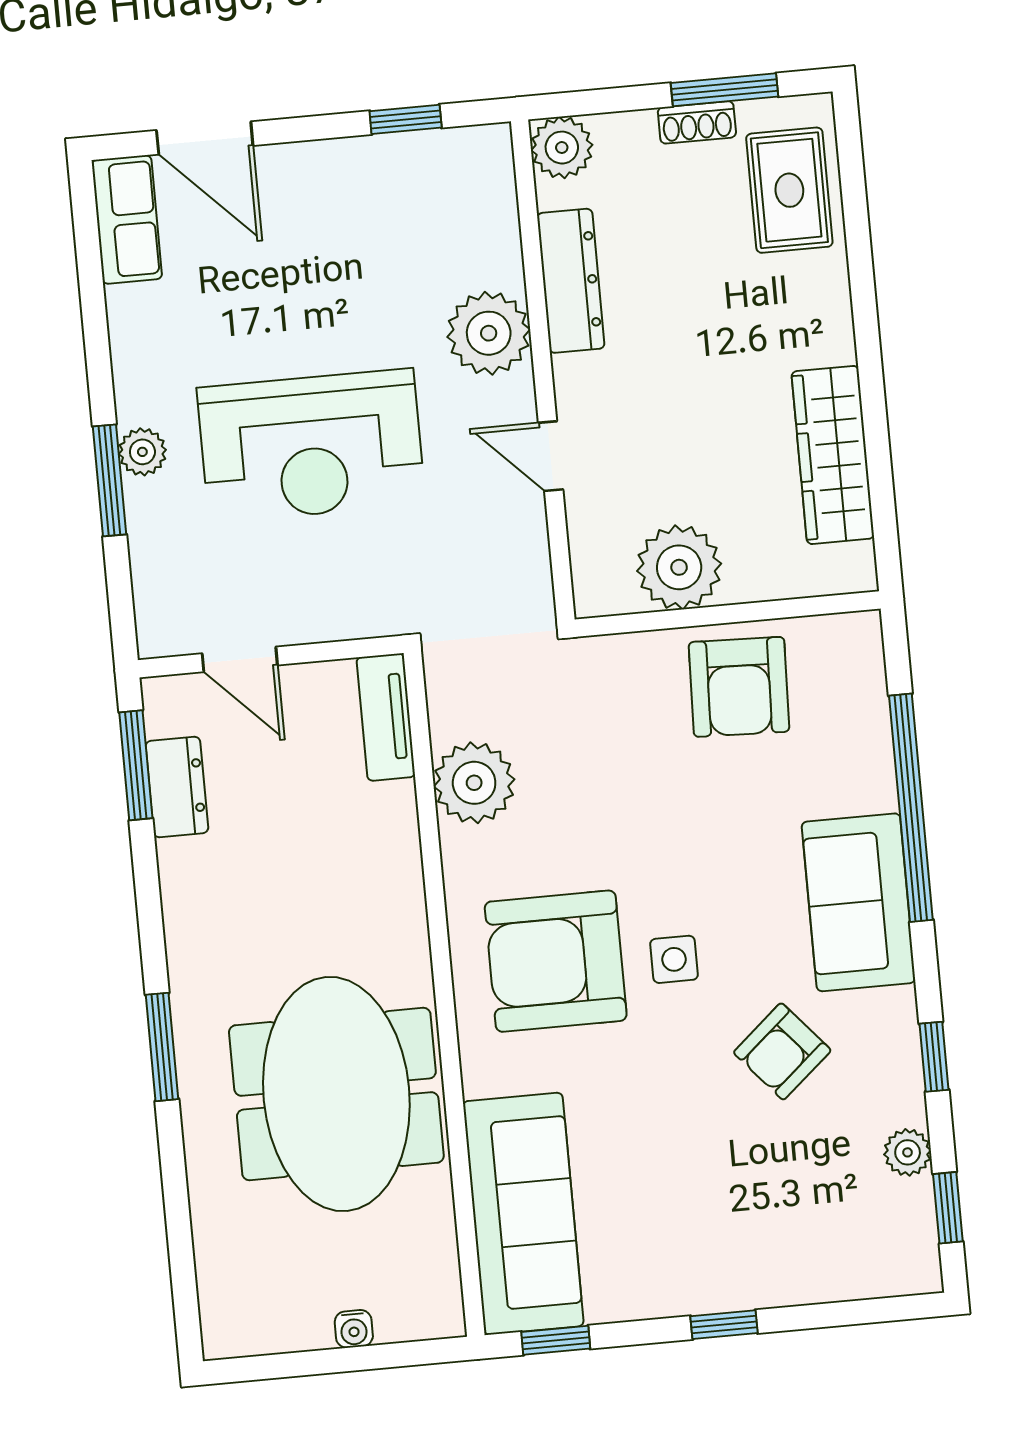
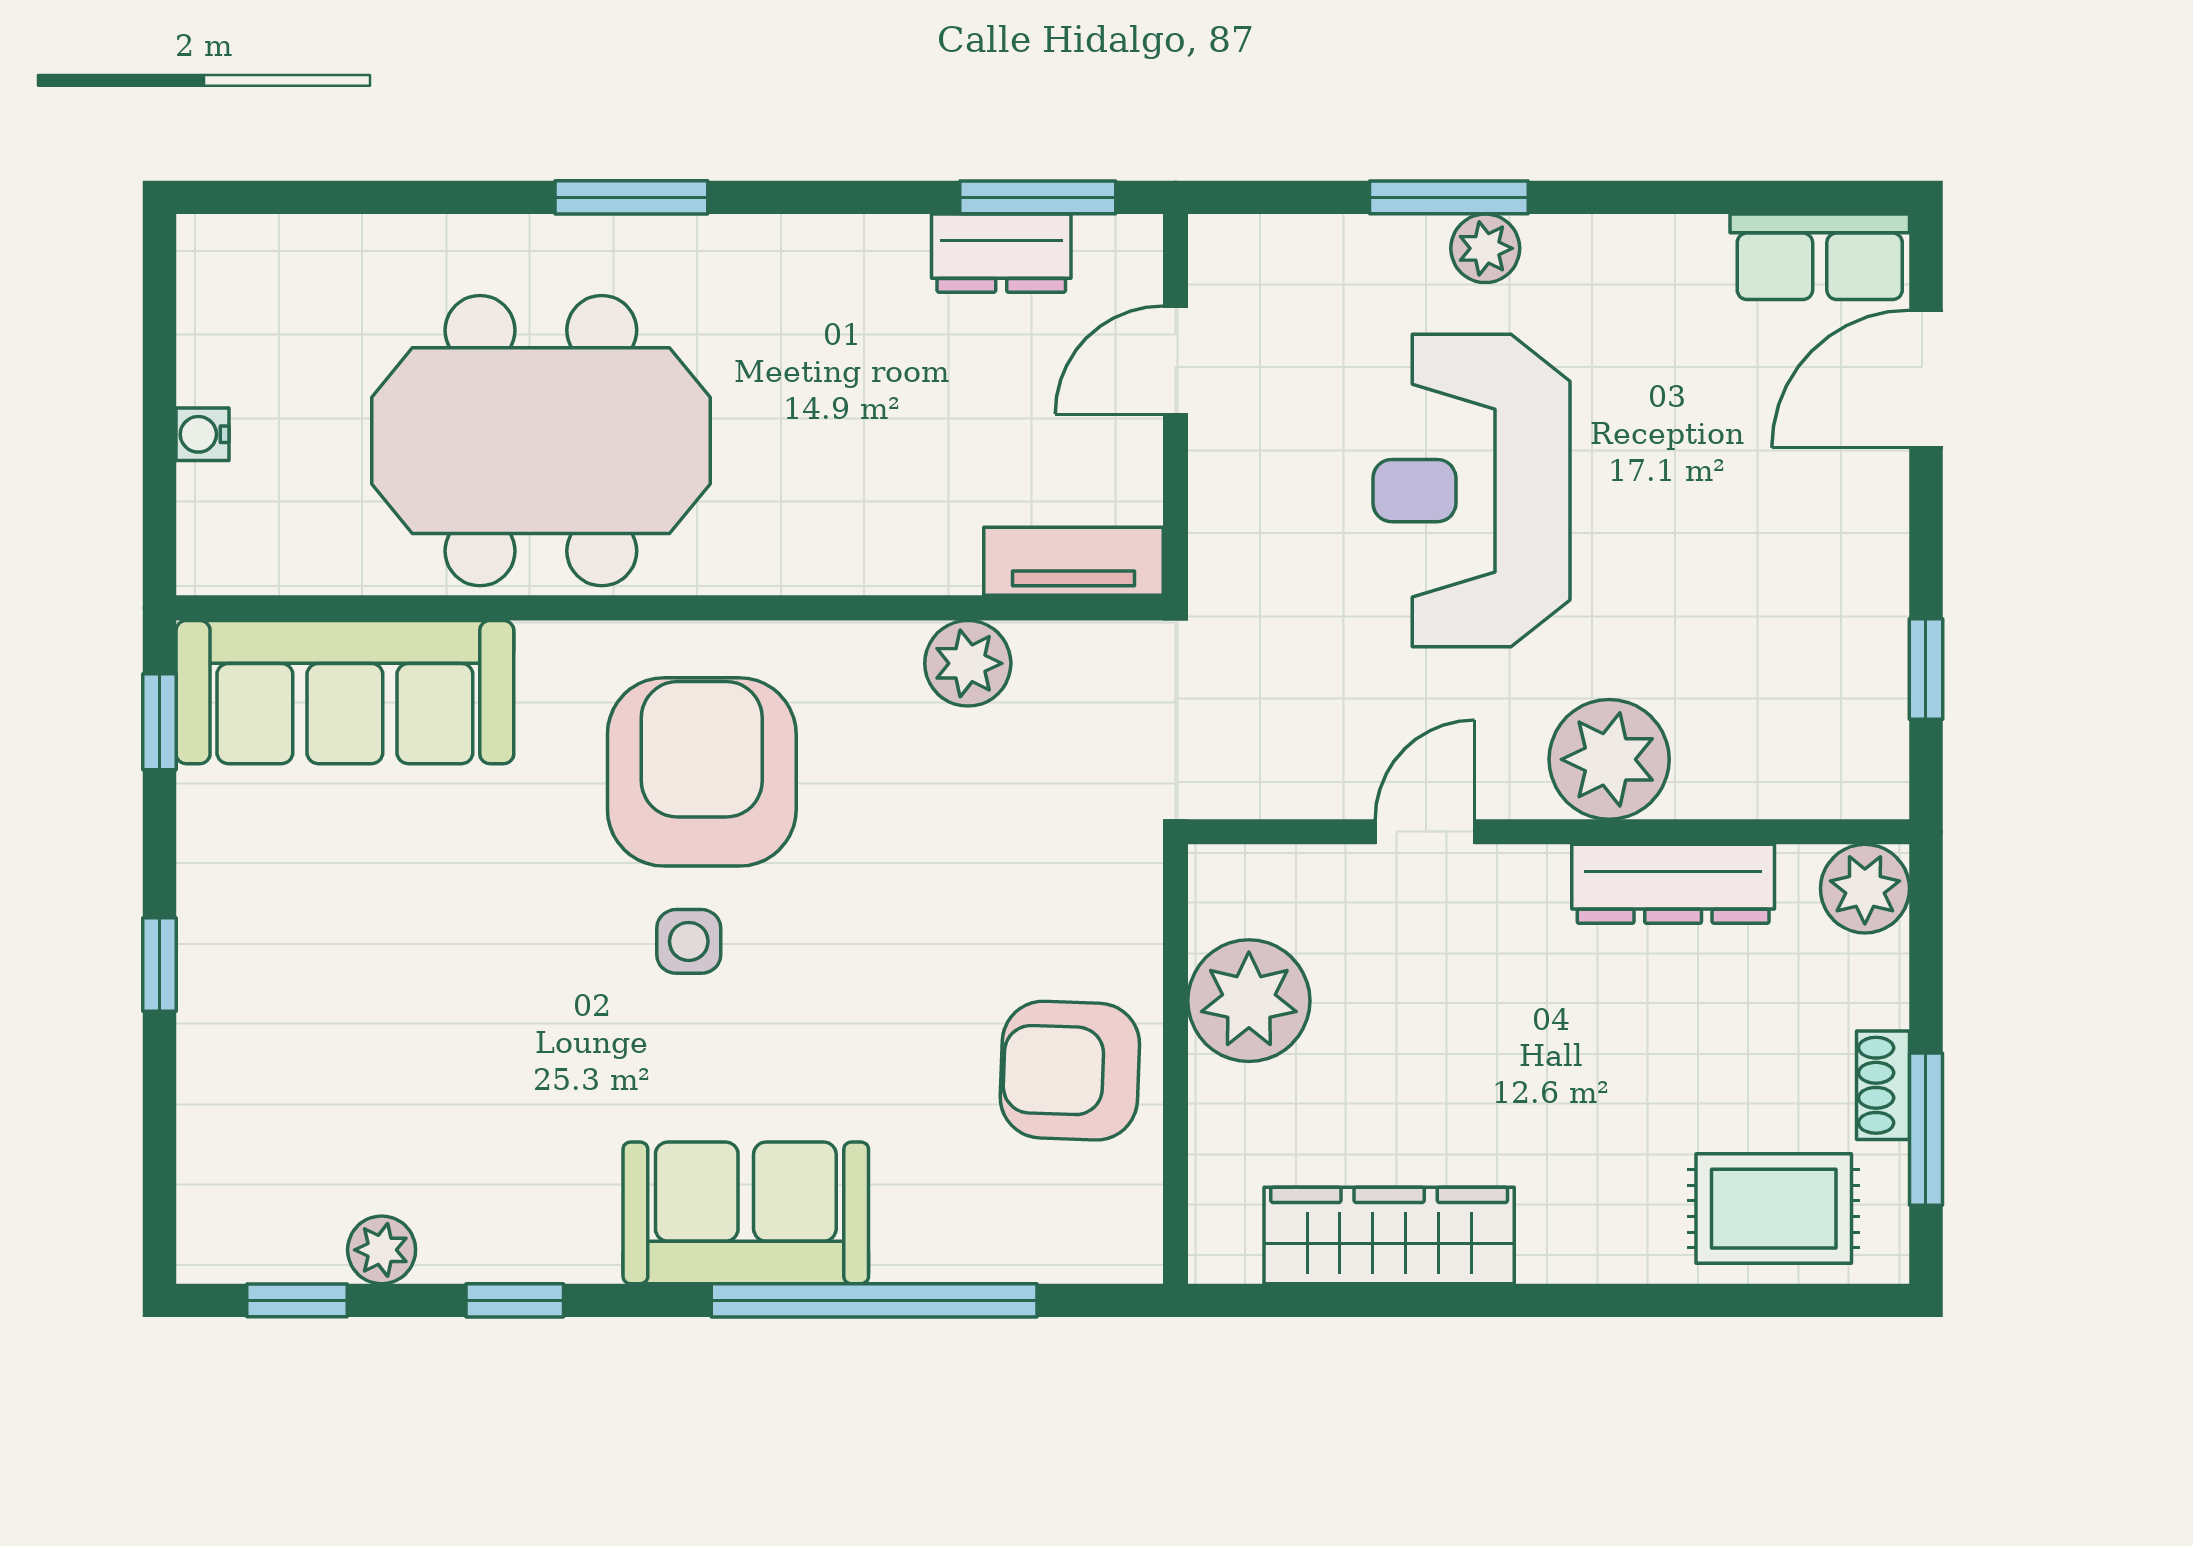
plant: (474, 783) -> (968, 663), width x0.73, depth x0.73
armchair: (782, 1051) -> (543, 1084), removed

